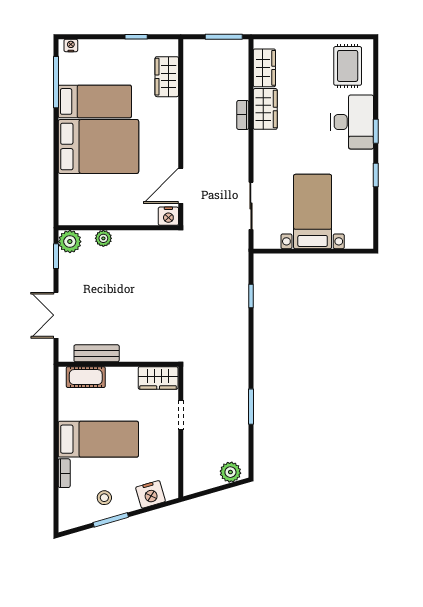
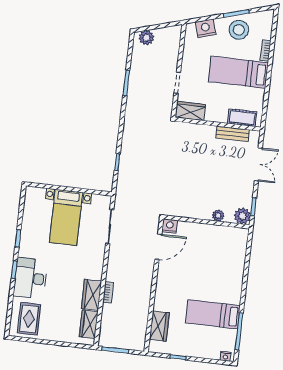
bed: (98, 146) -> (214, 282), removed
stool: (104, 498) -> (239, 30), width x1.89, depth x1.89

